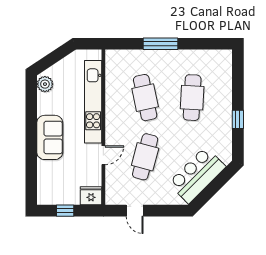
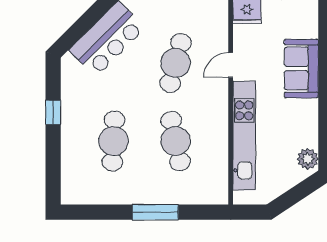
sofa: (50, 137) -> (301, 68), moved

